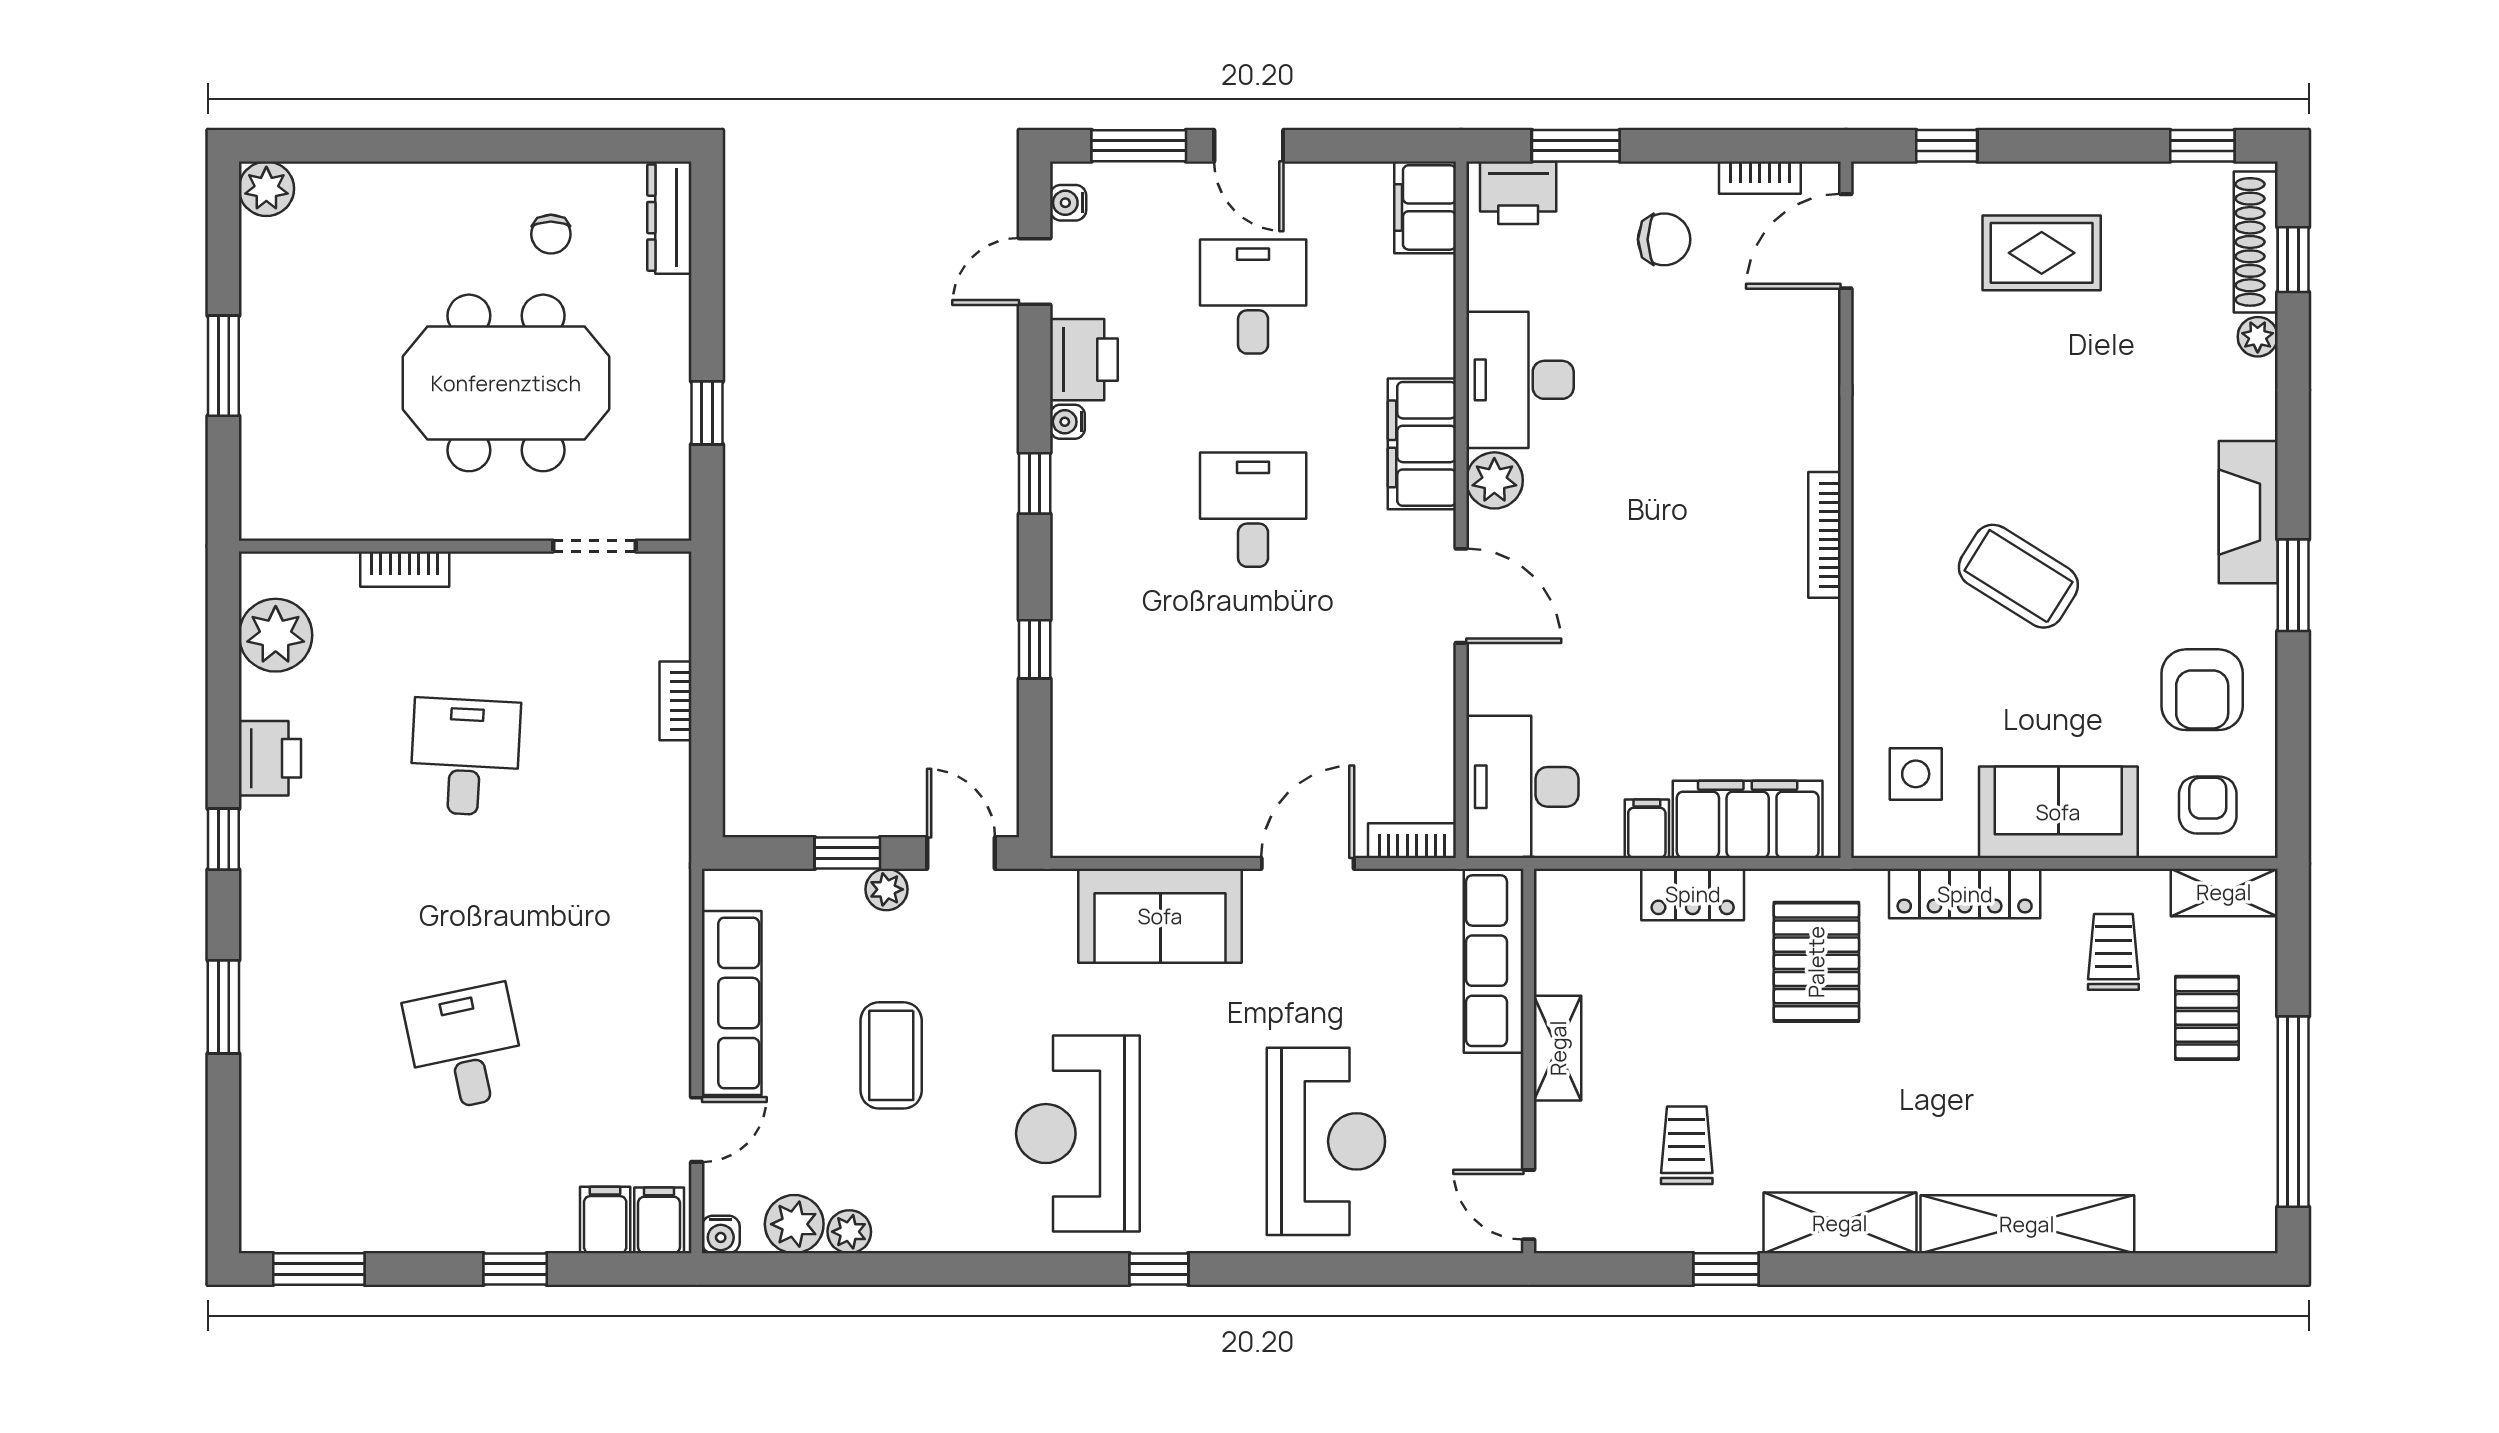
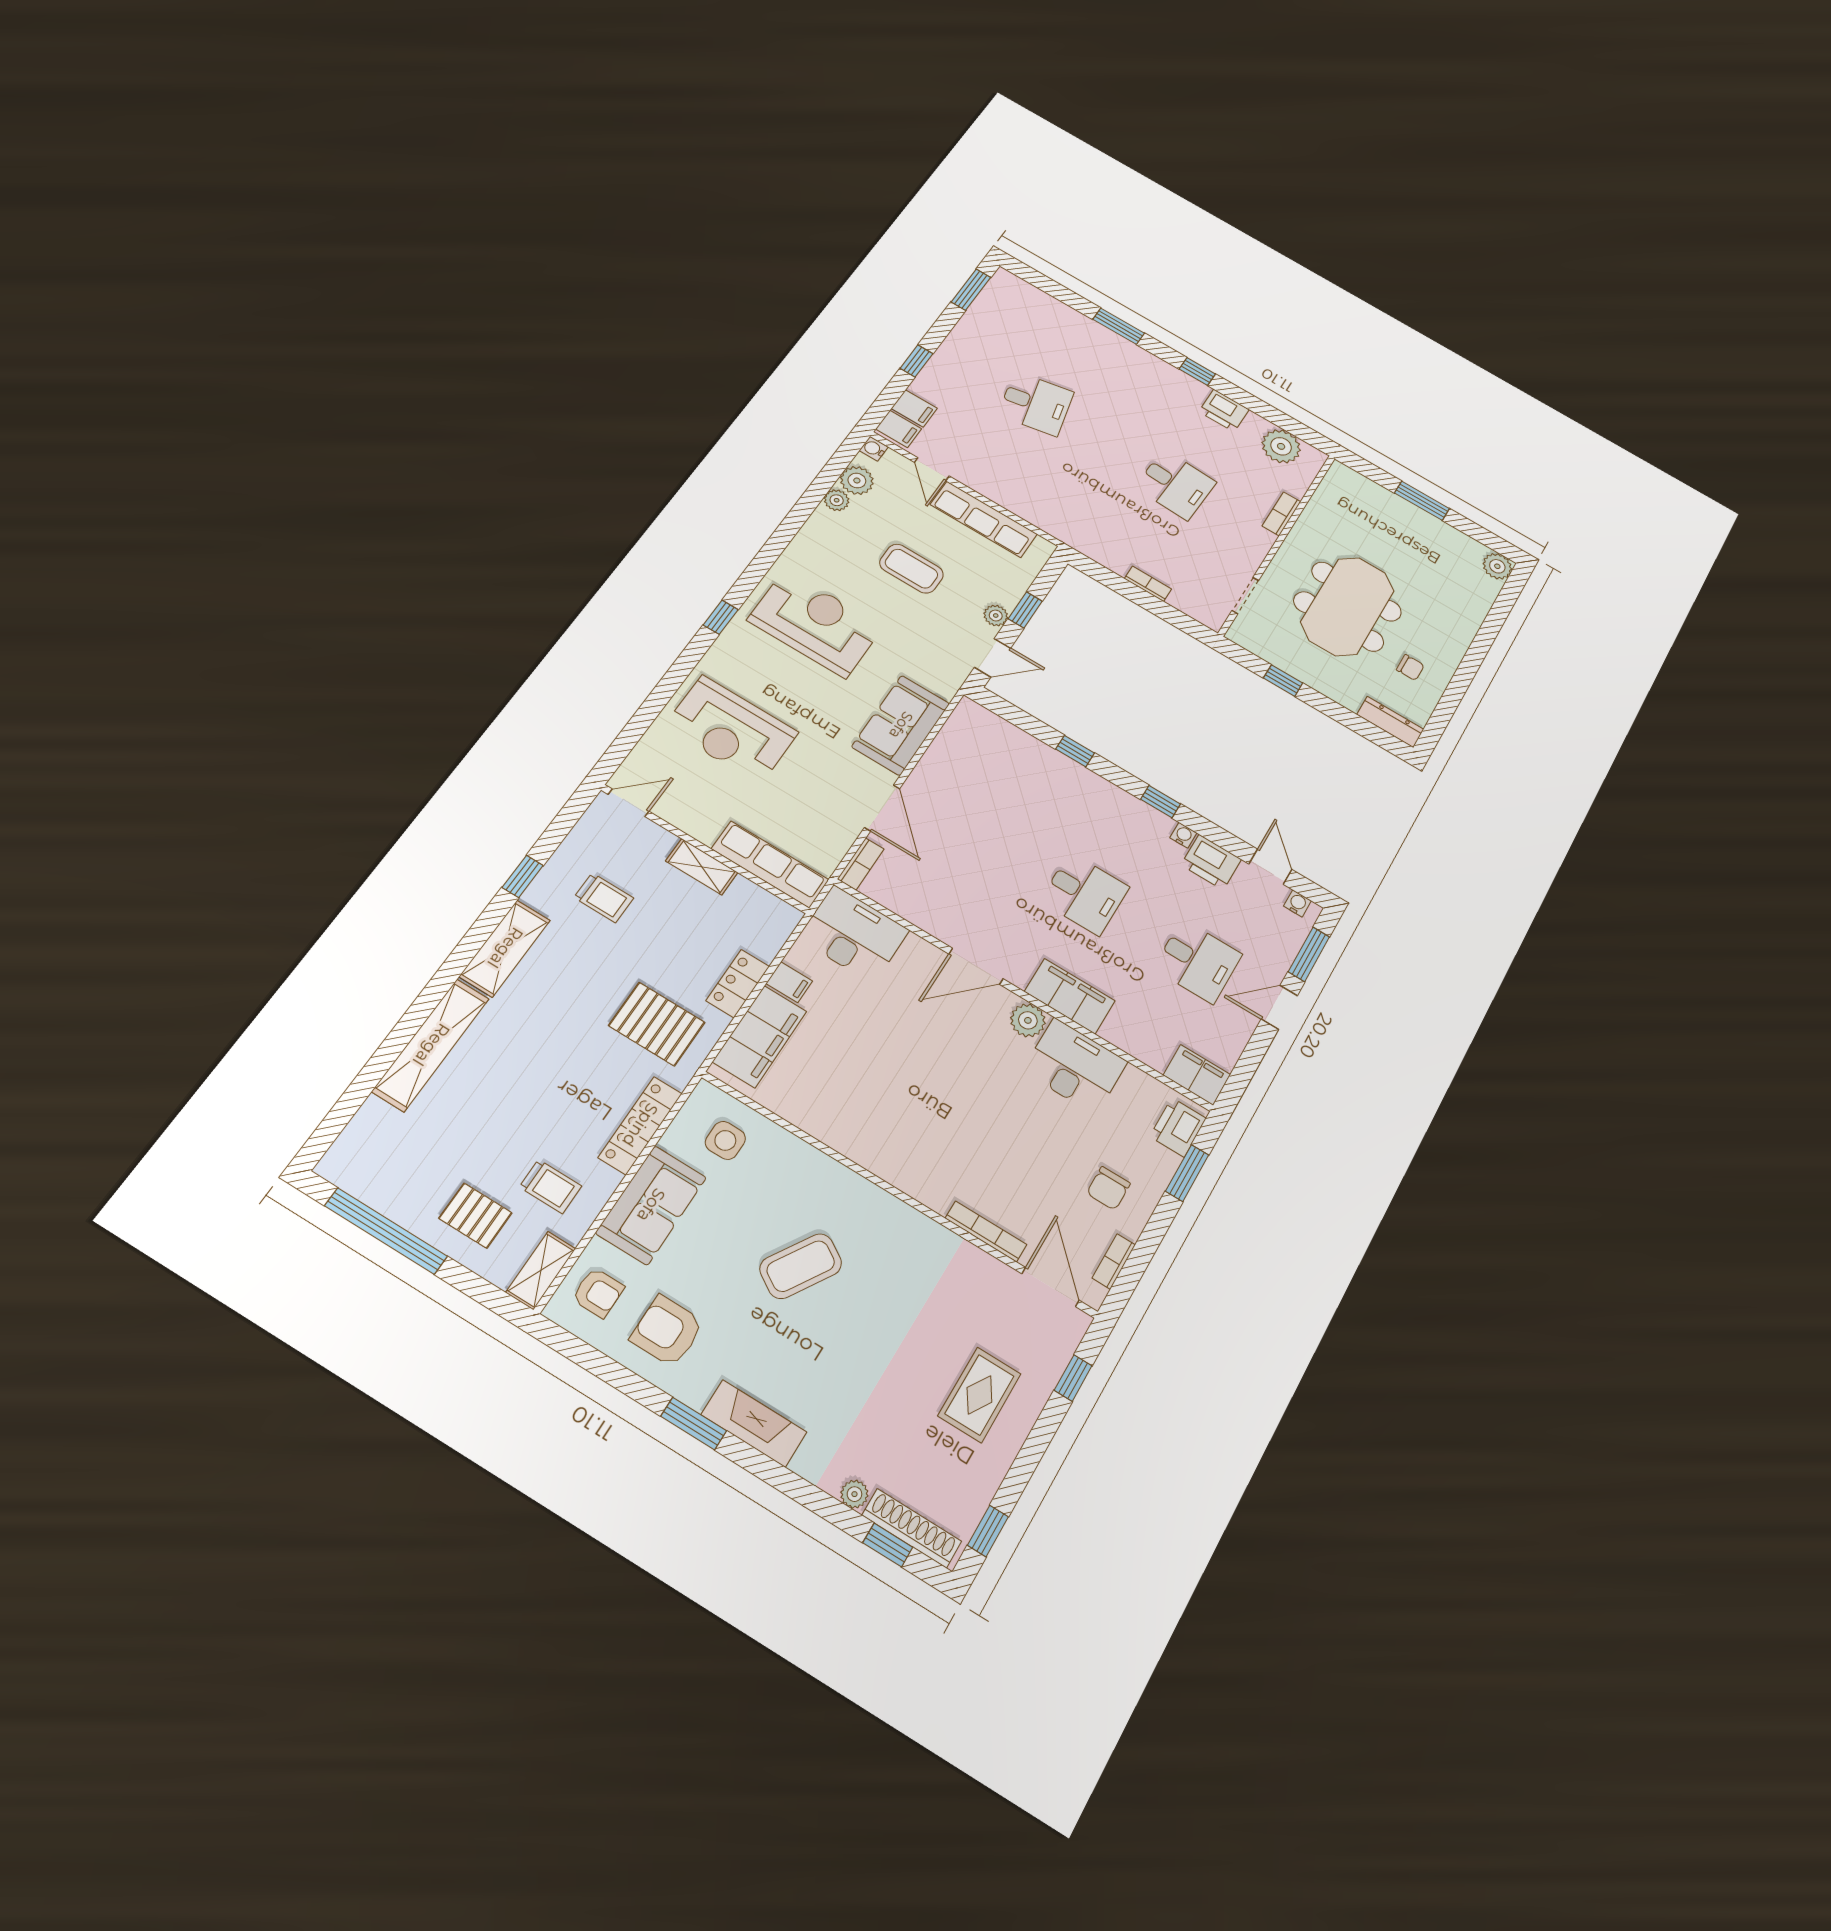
chair: (551, 234) -> (1410, 668), turned 180
bookcase: (1825, 535) -> (986, 1231), moved

